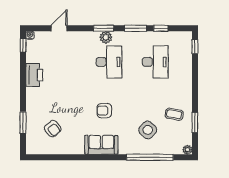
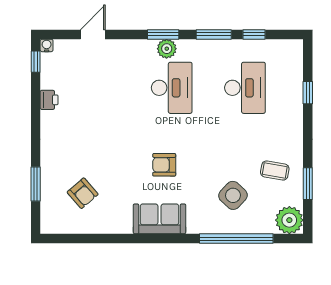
window: (195, 47) -> (308, 93), moved
printer: (34, 75) -> (49, 100), width x0.53, depth x0.68
plant: (187, 150) -> (289, 220), width x1.87, depth x1.87

